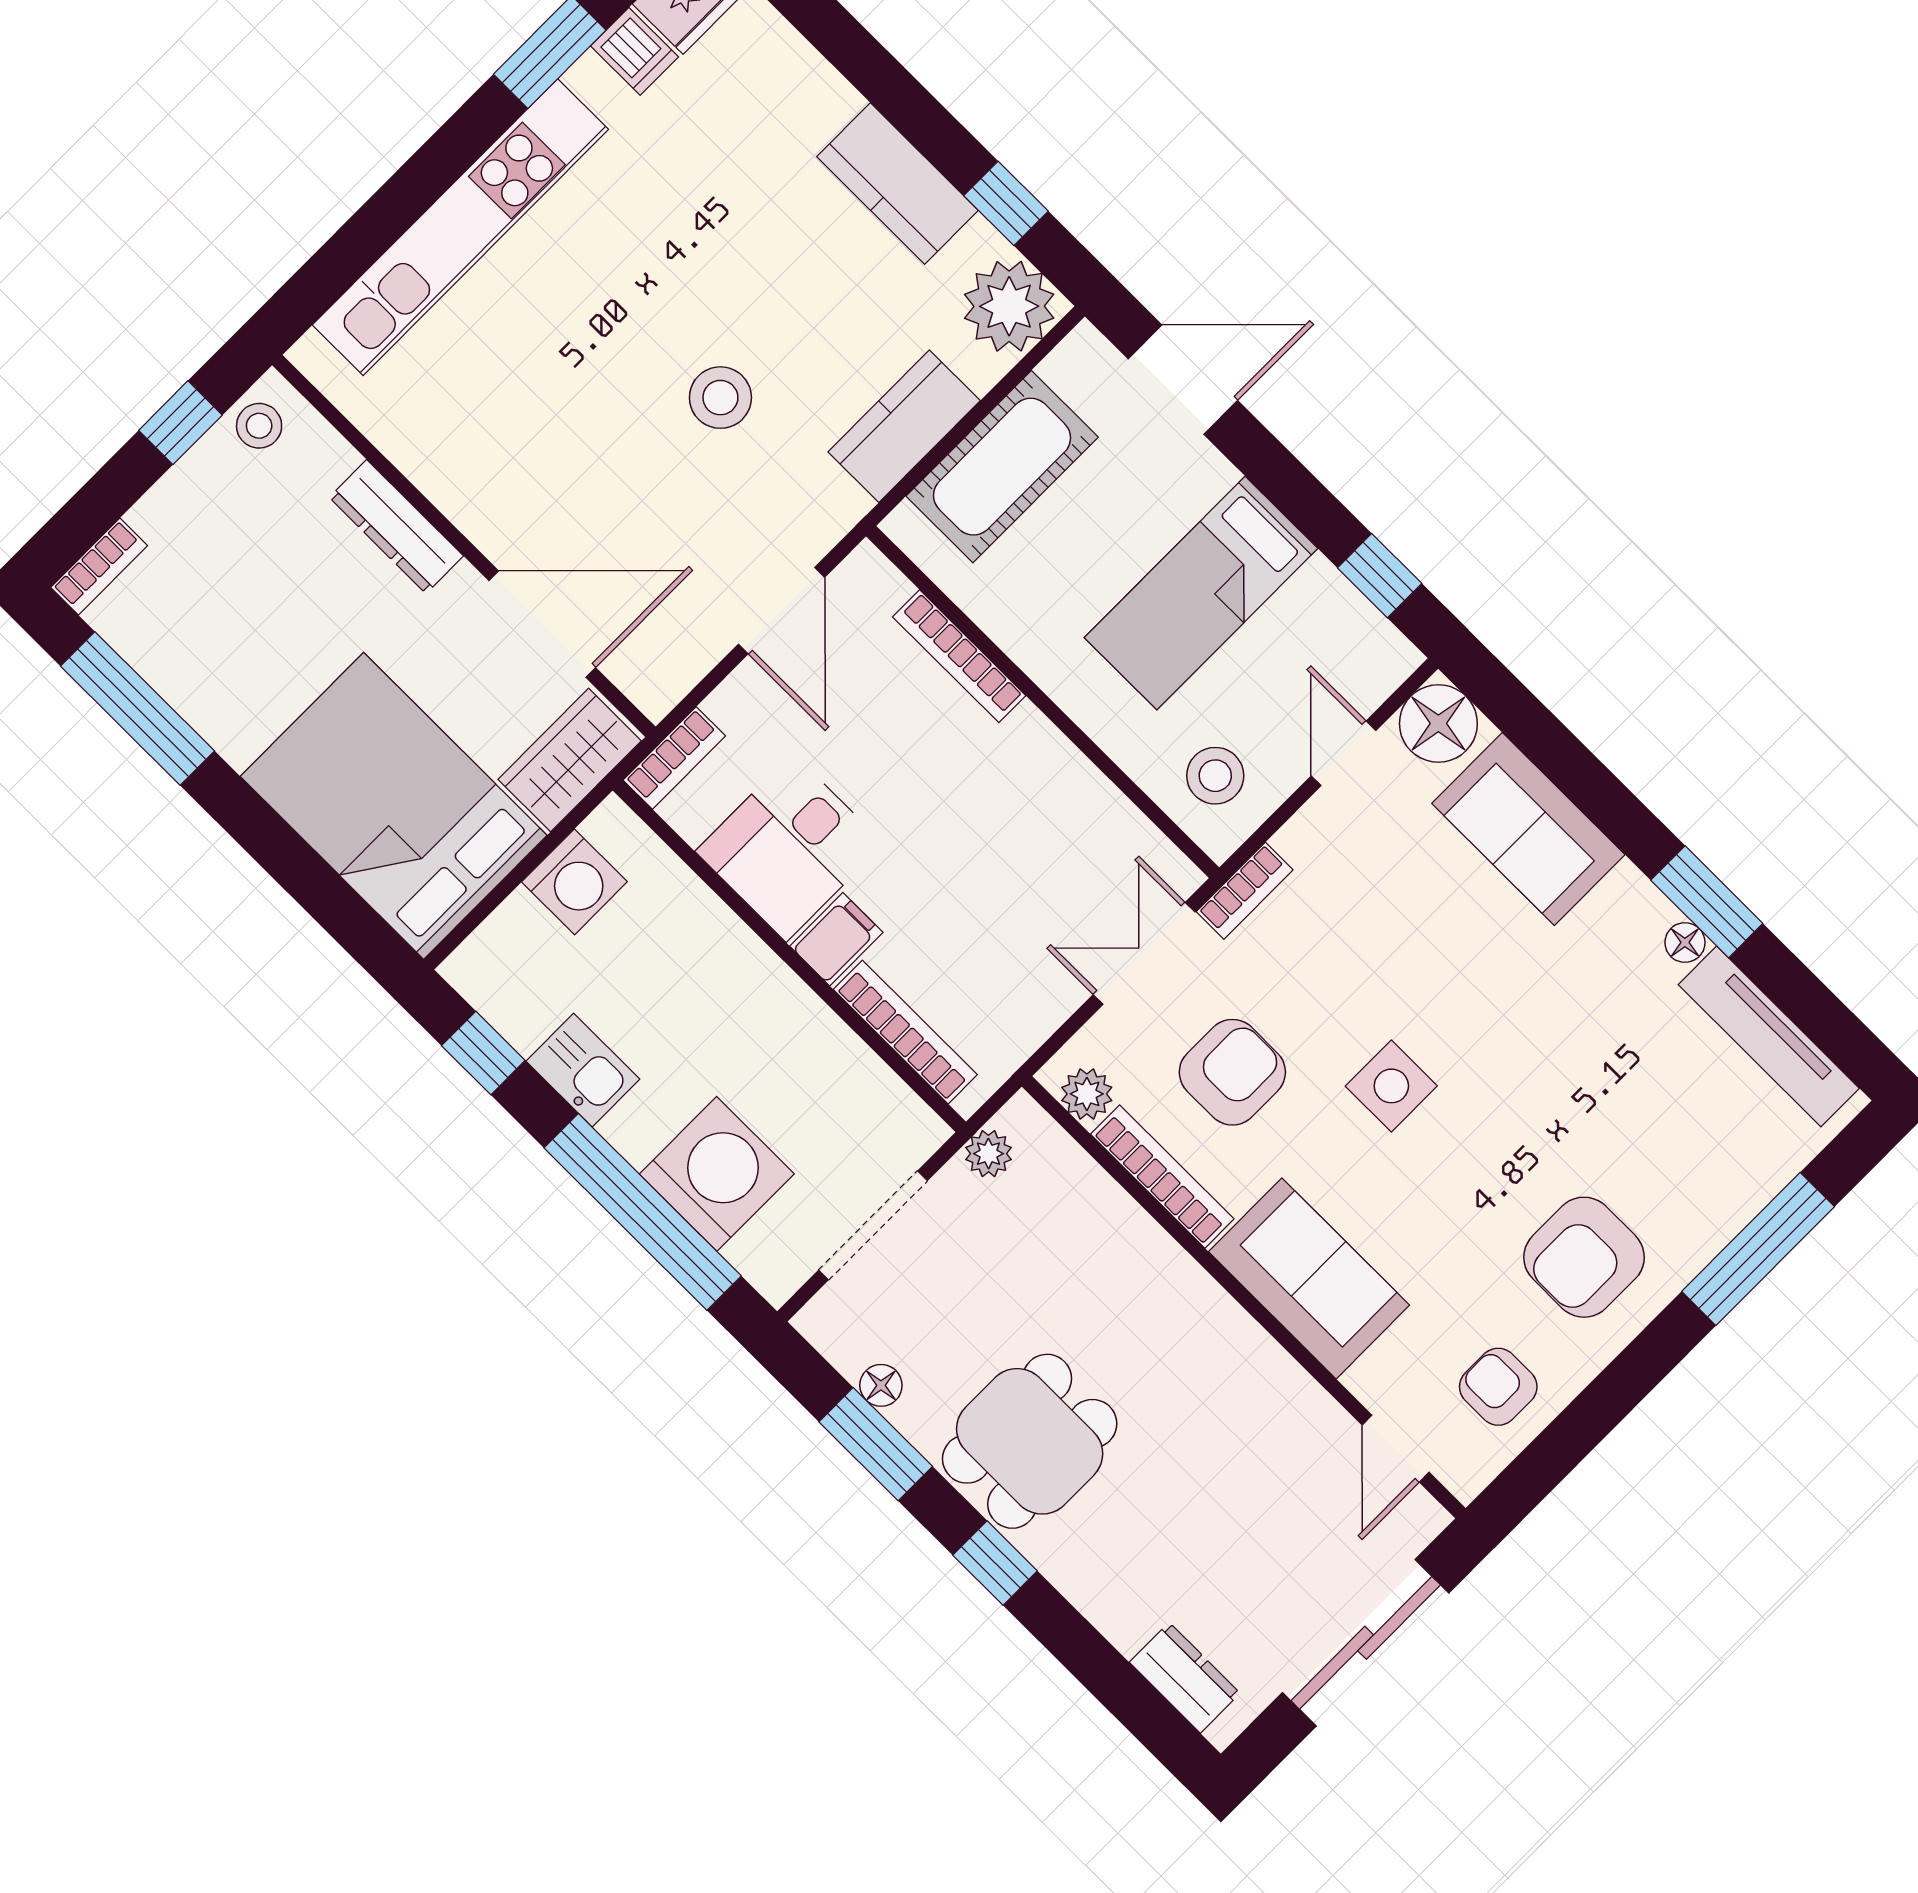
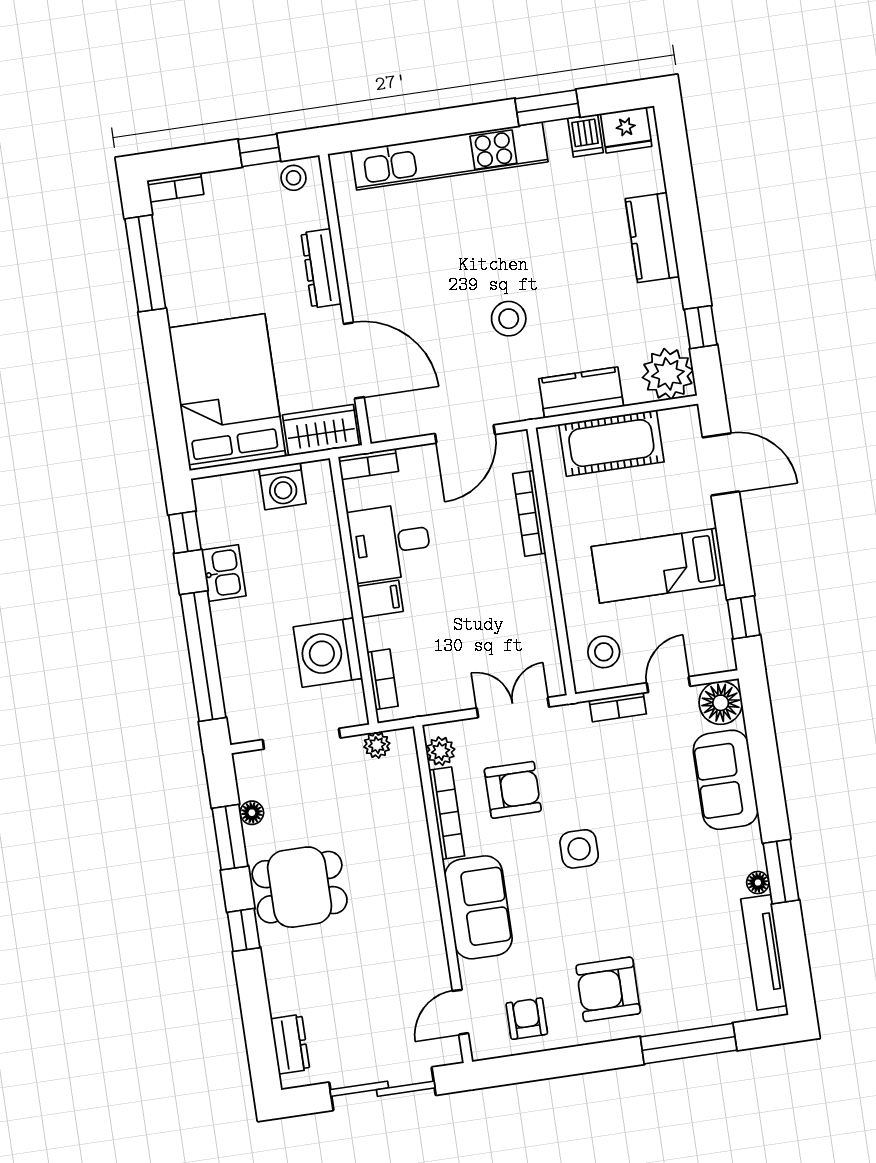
kitchen counter: (897, 183) -> (652, 238), moved
bookcase: (1245, 891) -> (618, 707), moved
bookcase: (905, 1032) -> (383, 679), width x0.64
washing machine: (717, 1174) -> (328, 653), moved, turned 180

